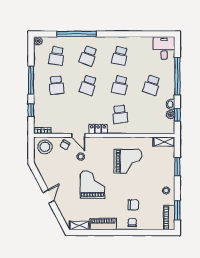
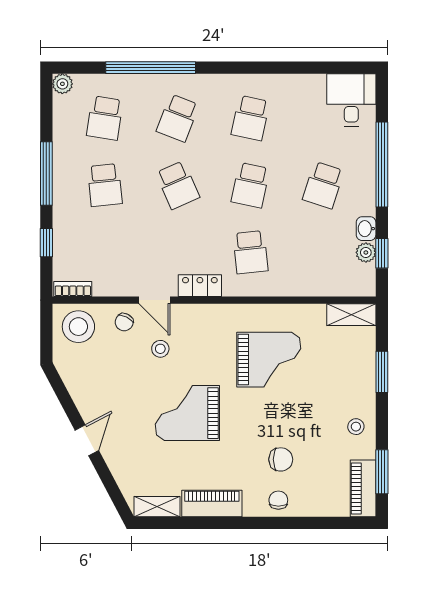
school desk: (88, 85) -> (178, 185), turned -42
grand piano: (93, 185) -> (187, 413), turned -90

